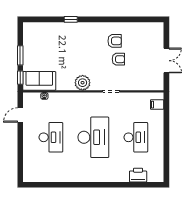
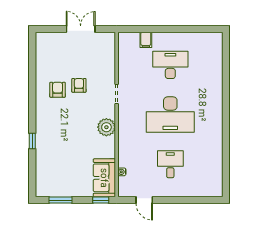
window: (20, 55) -> (61, 200), moved
filing cabinet: (157, 105) -> (146, 40), moved
desk: (51, 137) -> (170, 164), width x0.73
desk: (93, 137) -> (170, 115), turned 180
printer: (138, 175) -> (215, 62), removed

